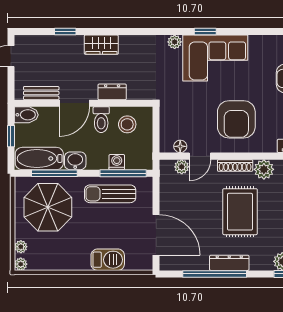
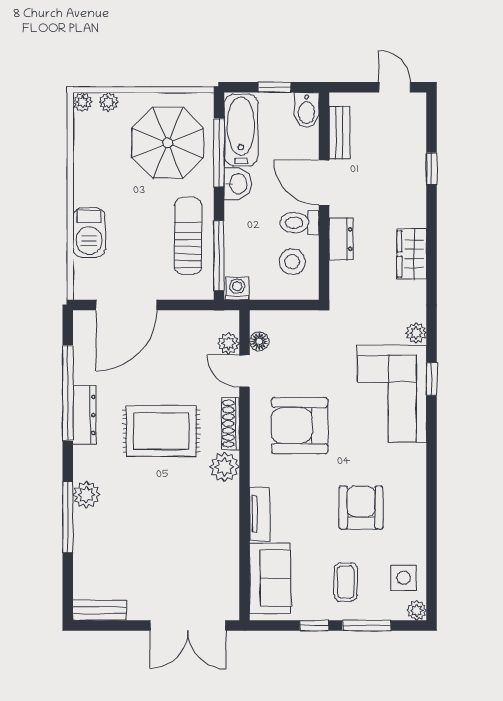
wardrobe: (101, 45) -> (412, 254), moved
washing machine: (117, 162) -> (237, 288), moved, turned -90

